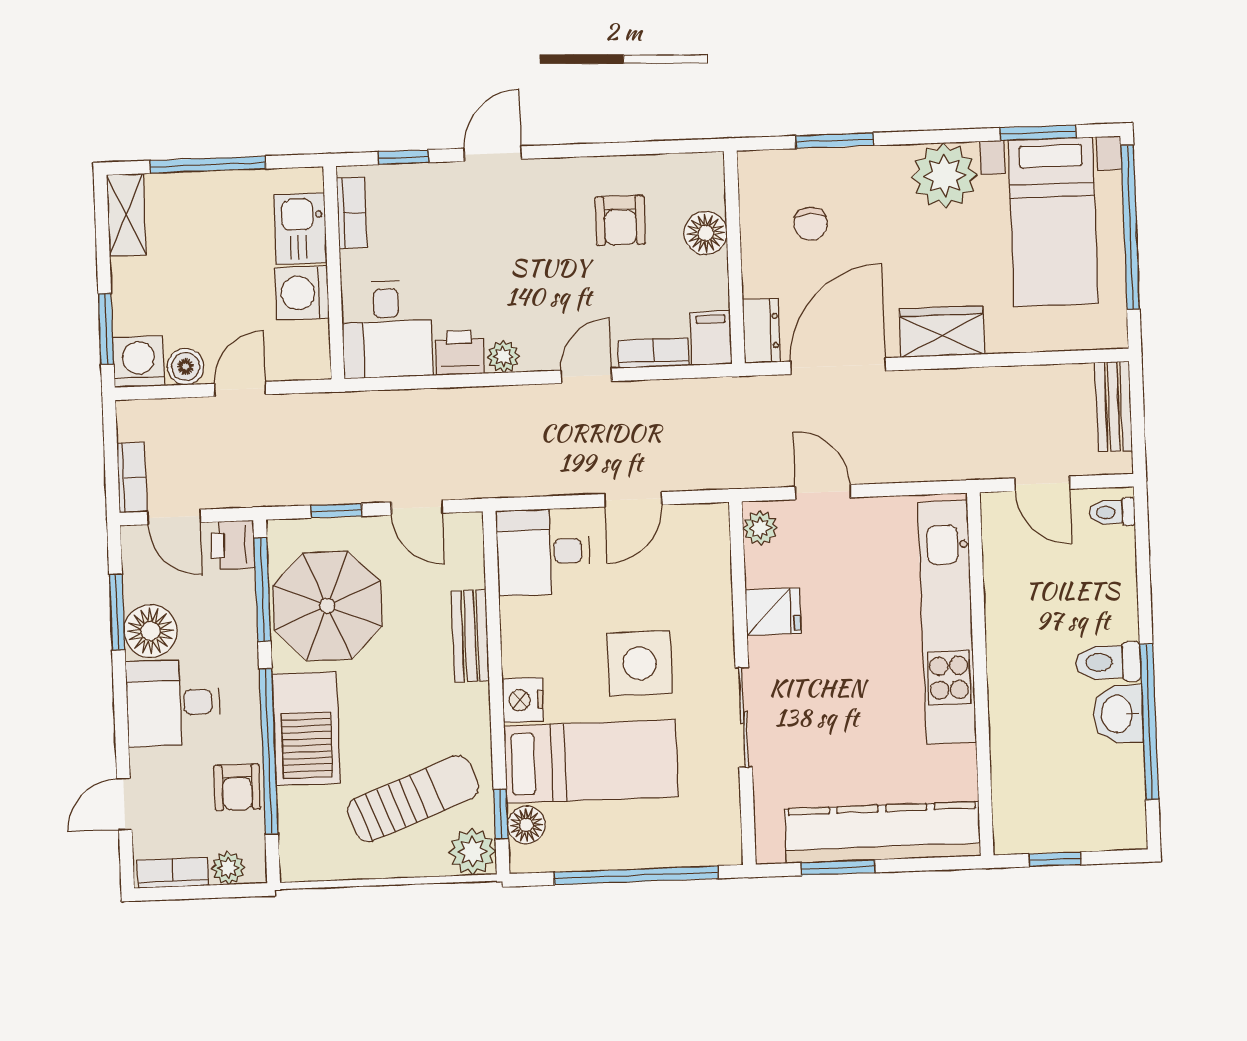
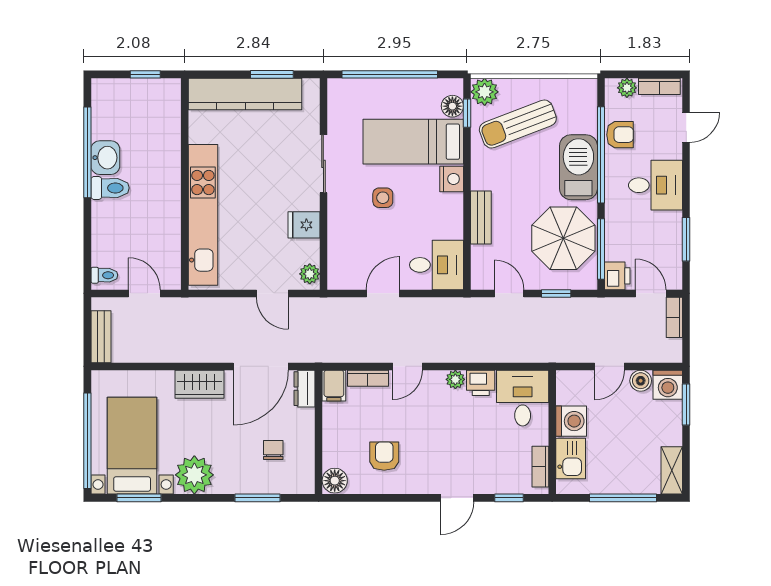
floor lamp: (706, 233) -> (335, 481), moved
floor lamp: (150, 631) -> (667, 228), removed
side table: (640, 663) -> (383, 198), width x0.54, depth x0.54
armchair: (237, 787) -> (620, 135), turned 90

